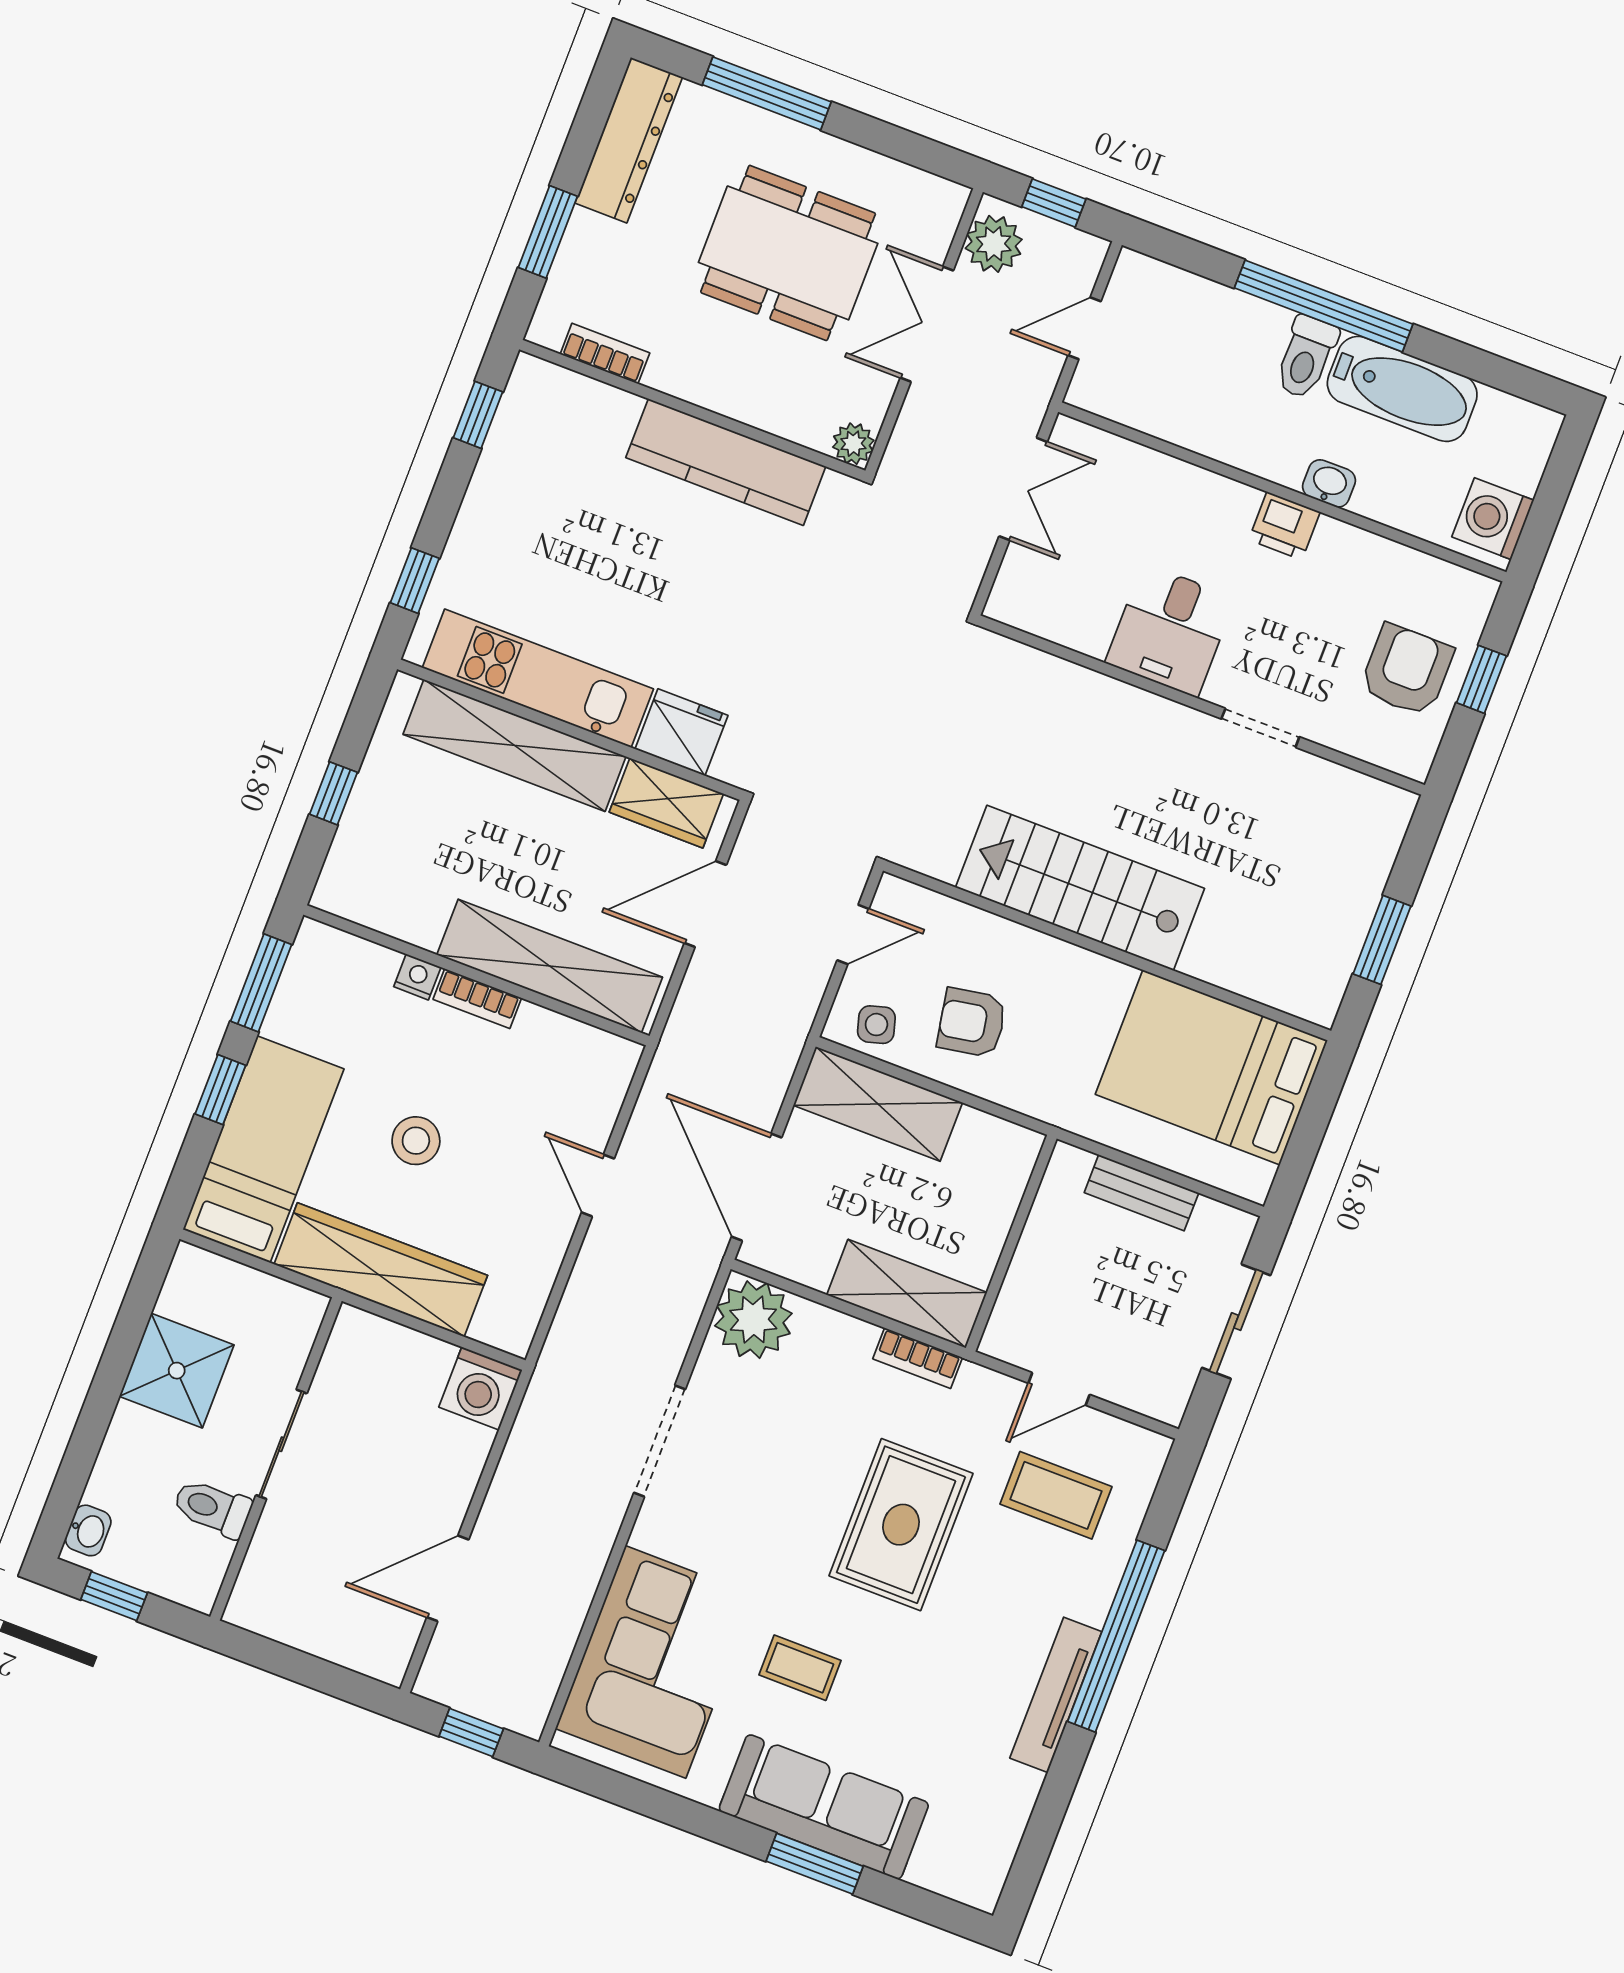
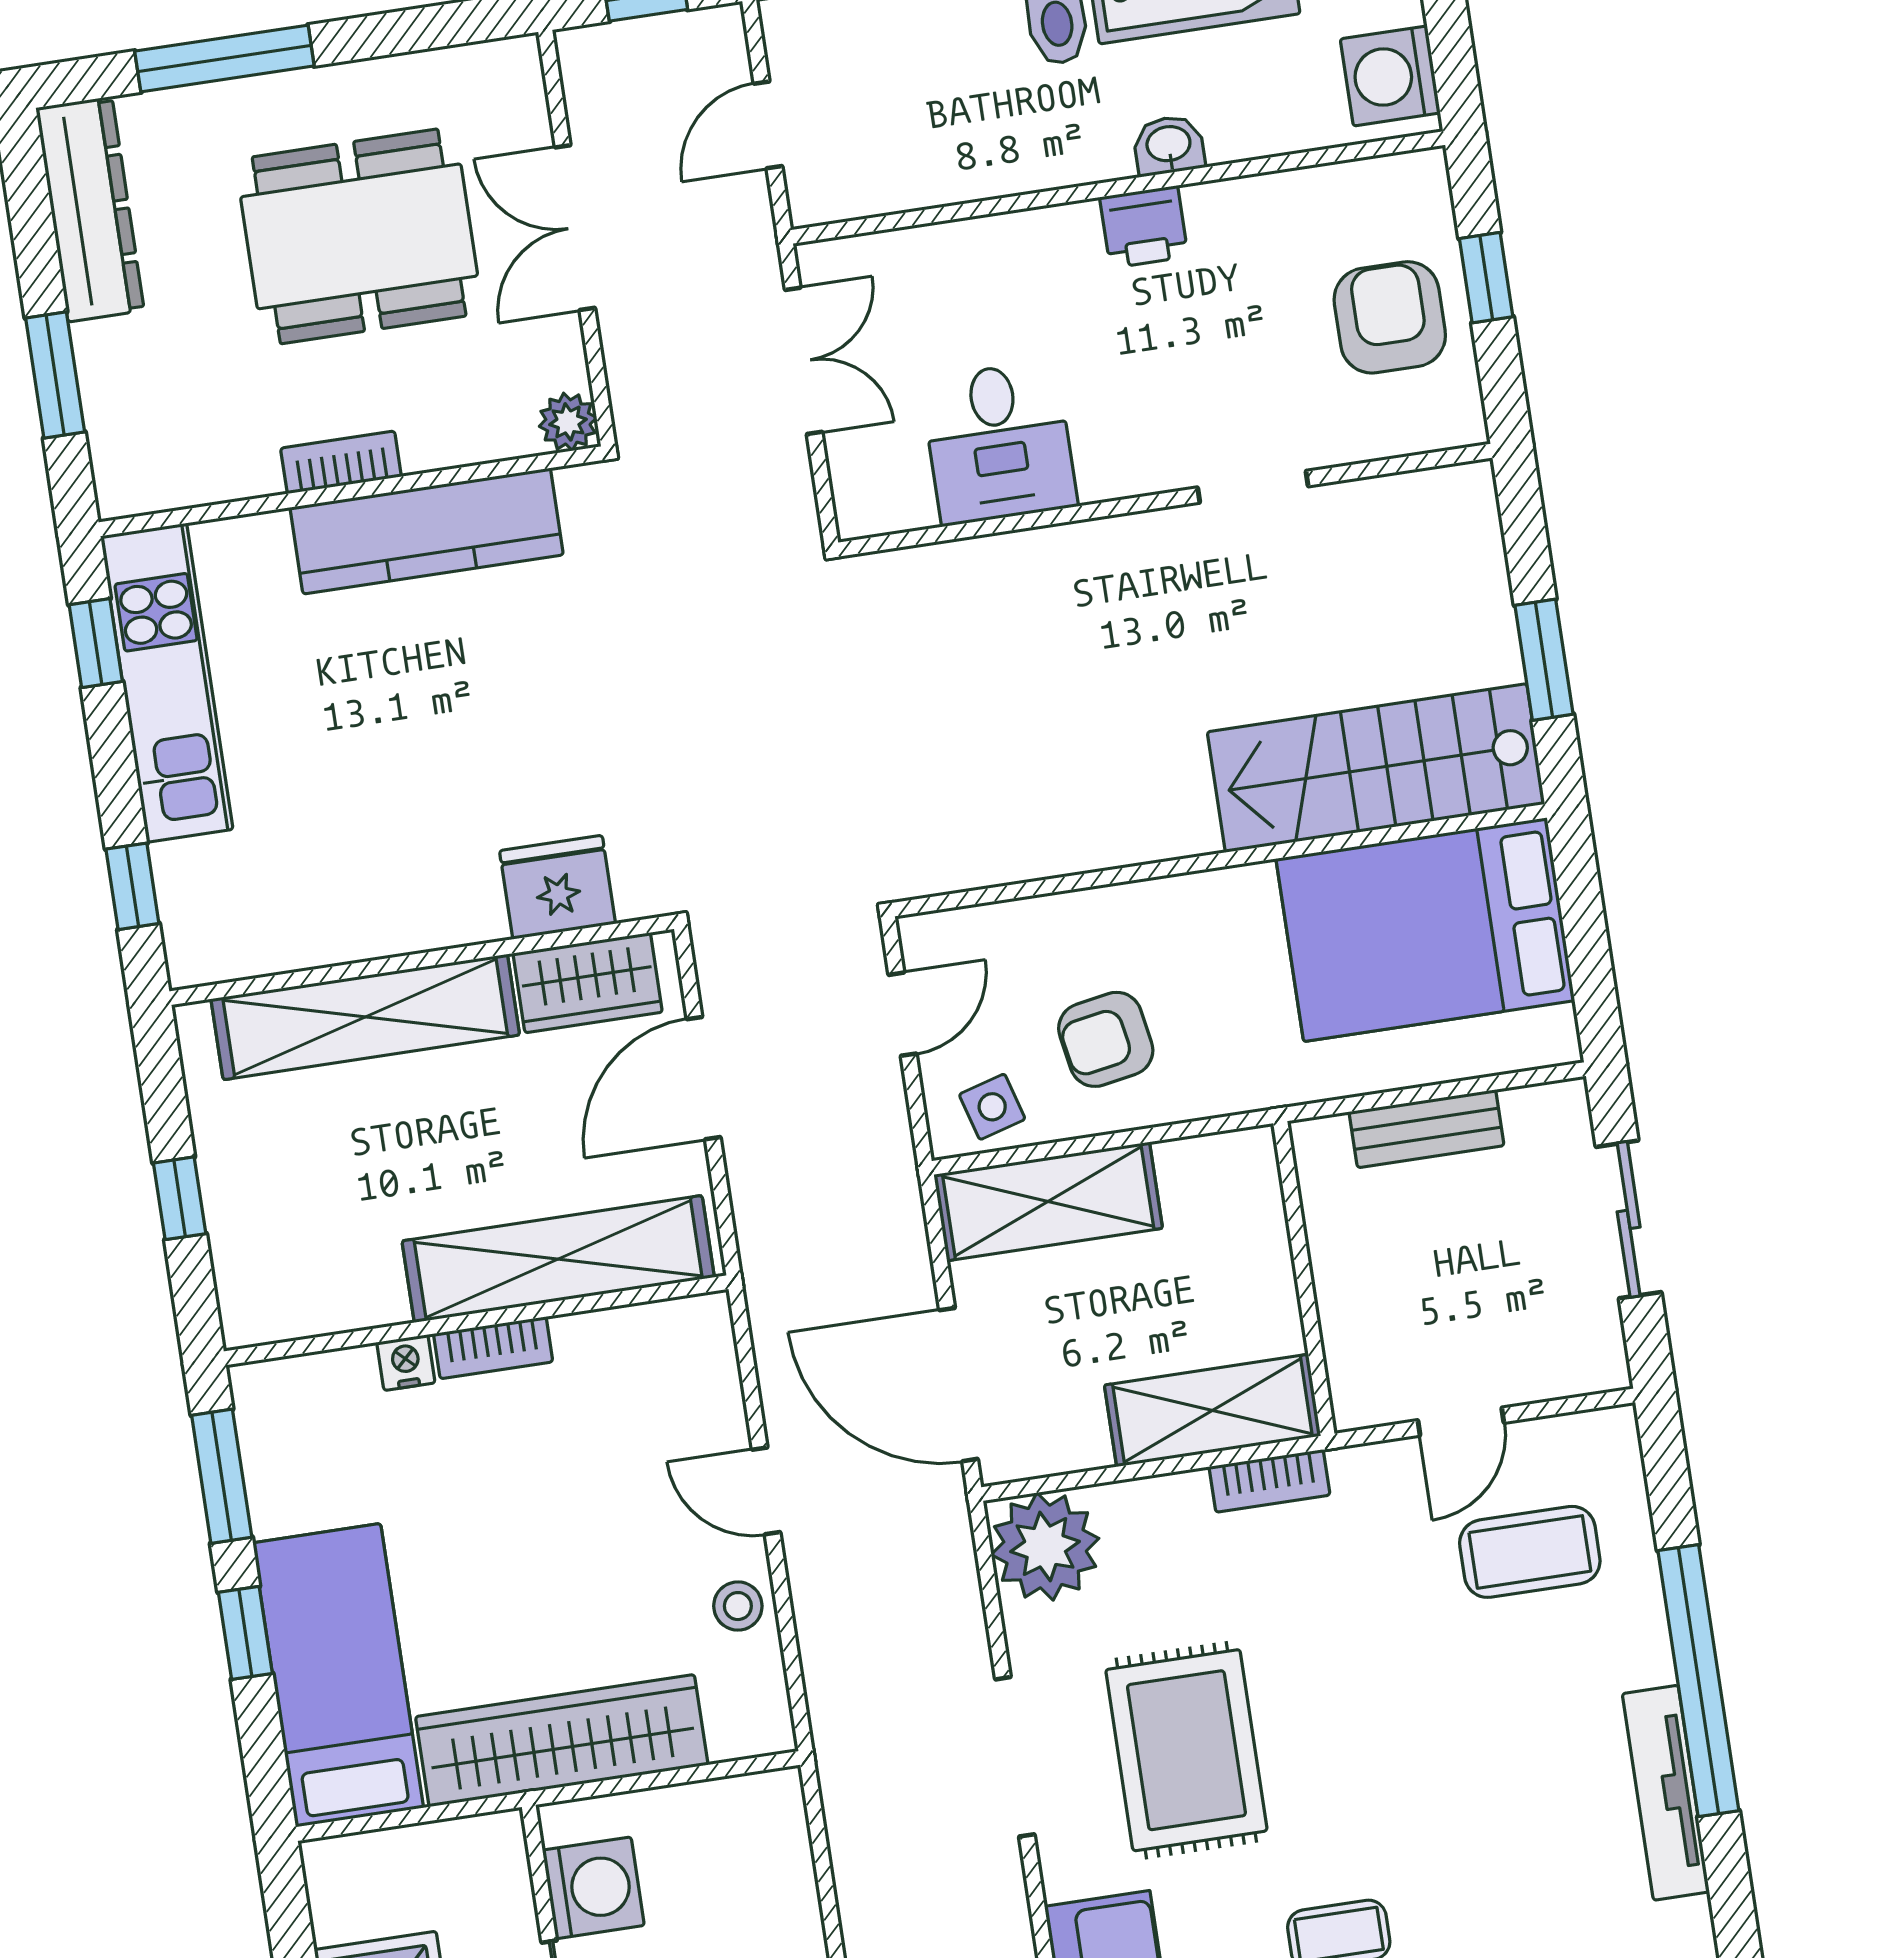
plant: (994, 244) -> (601, 85), removed
bookcase: (605, 353) -> (341, 462), moved
desk: (1170, 630) -> (999, 443), moved
kitchen unit: (538, 678) -> (167, 683), moved, turned 90
stairs: (1080, 888) -> (1376, 768), moved
stool: (416, 1141) -> (738, 1606), moved, width x0.73, depth x0.73
washing machine: (480, 1388) -> (593, 1888), moved, turned -90
rug: (901, 1525) -> (1186, 1750), moved

